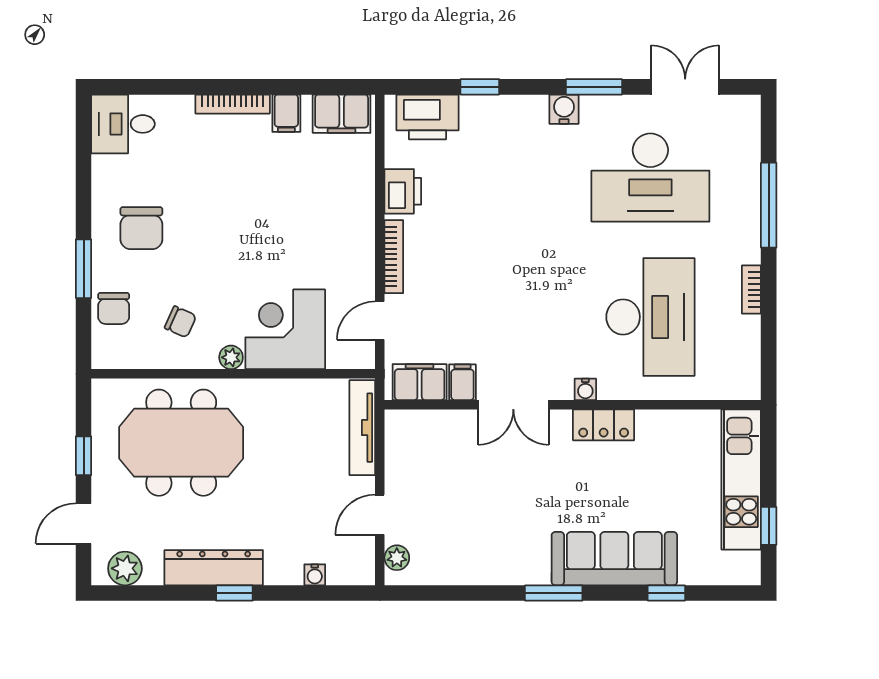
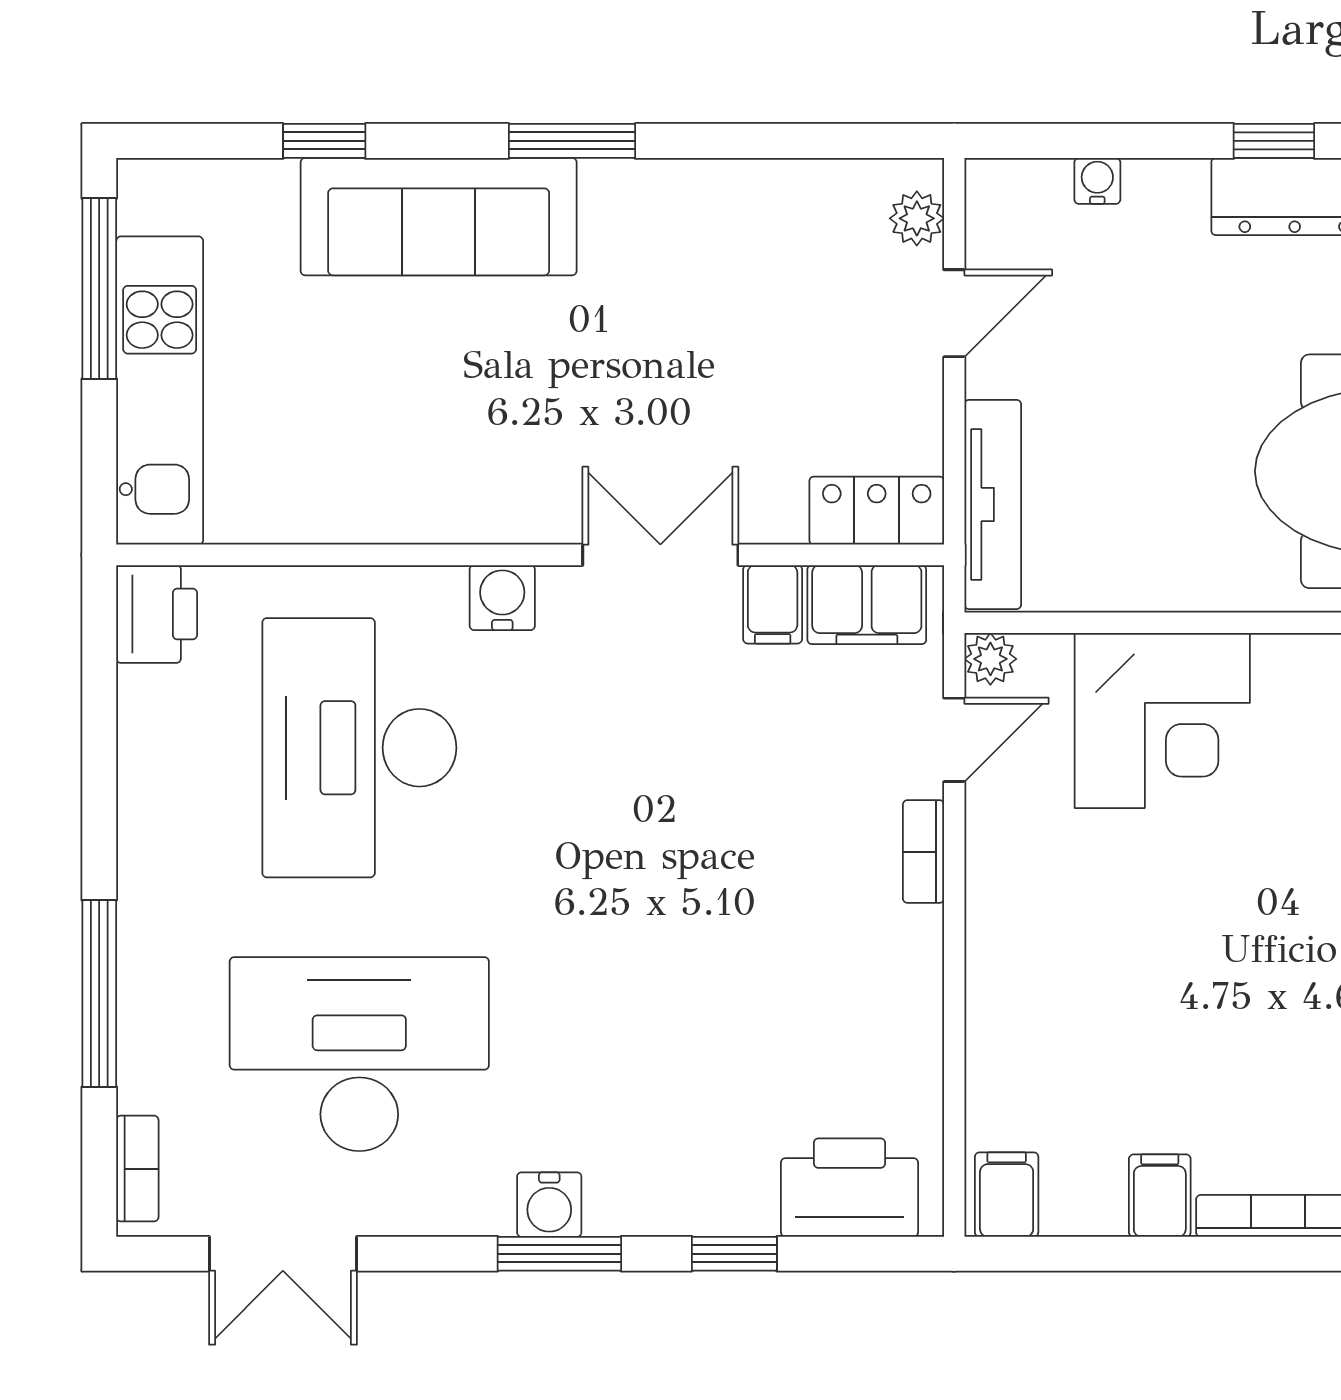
window: (594, 87) -> (559, 1254), moved
filing cabinet: (342, 114) -> (1007, 1195), width x0.50
printer: (403, 191) -> (157, 614), moved, turned 180
bookcase: (394, 257) -> (923, 852), width x0.64
bookcase: (751, 290) -> (137, 1169), moved
plant: (231, 357) -> (990, 659), moved
water cooler: (585, 389) -> (502, 598), width x1.38, depth x1.38
locker: (604, 425) -> (877, 511), moved
window: (769, 526) -> (99, 289), width x2.17

